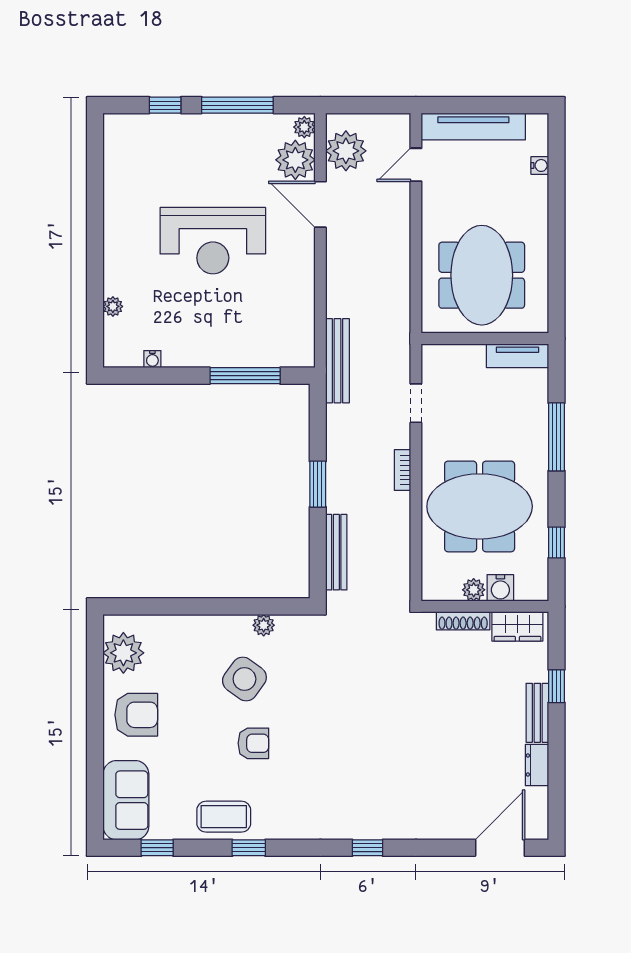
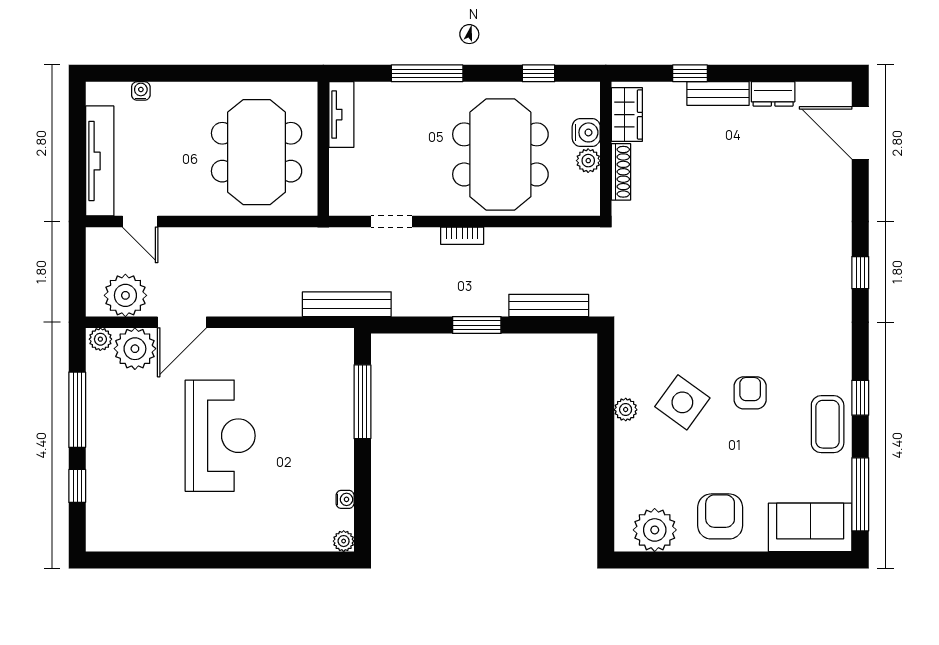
meeting table: (482, 275) -> (257, 152), turned 90
plant: (113, 306) -> (344, 541), moved
plant: (264, 625) -> (626, 410), moved
window: (157, 848) -> (860, 494), width x2.17

